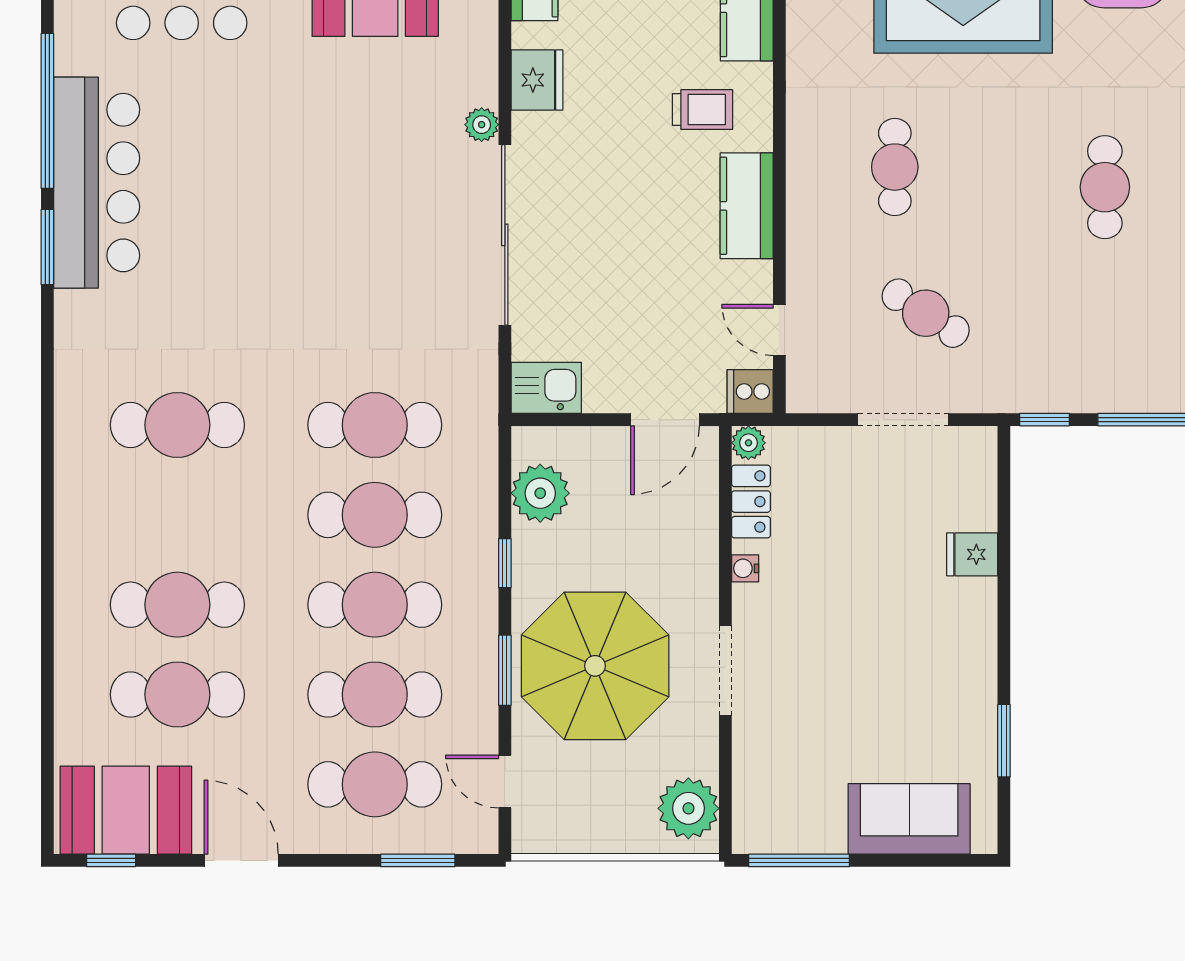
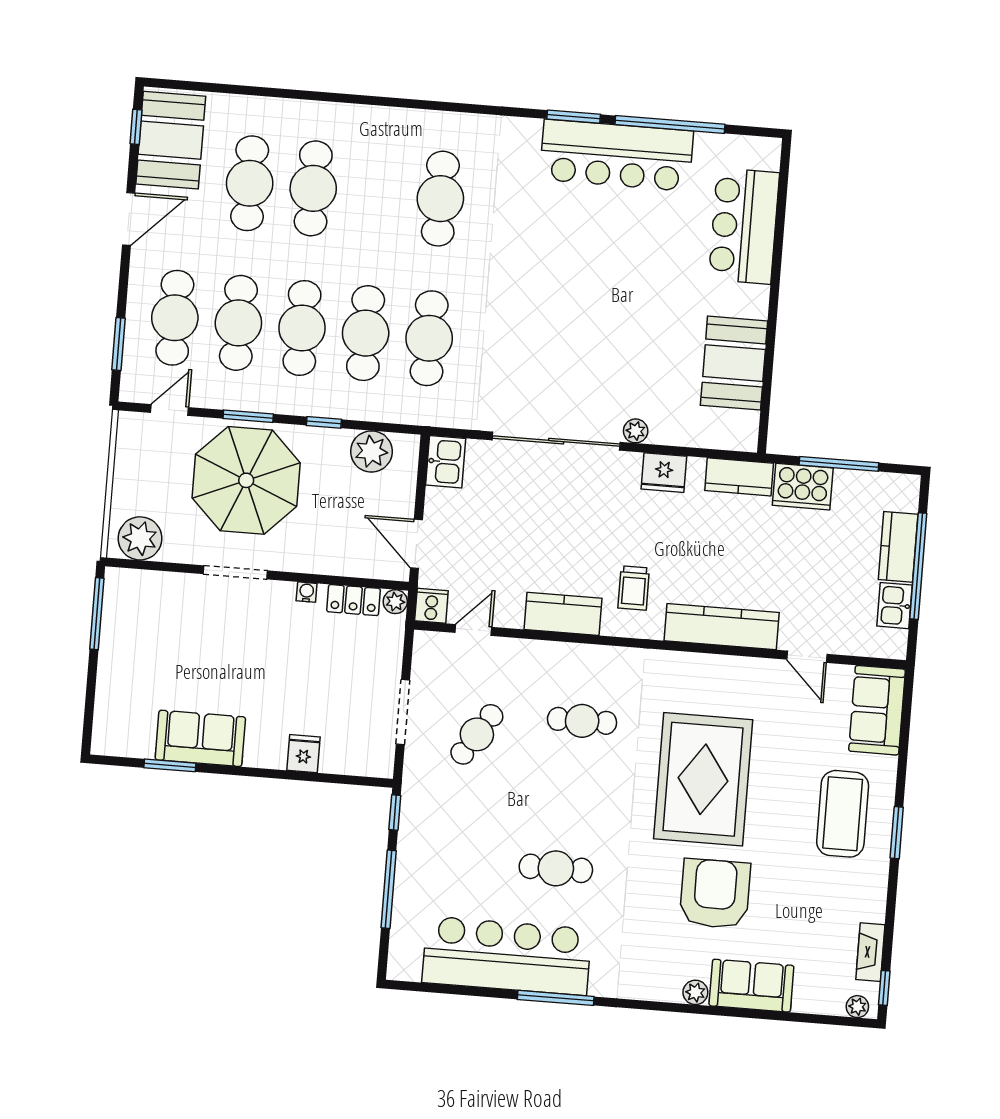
sofa: (909, 819) -> (200, 738), moved, turned -90

